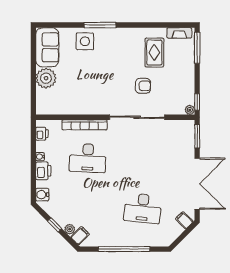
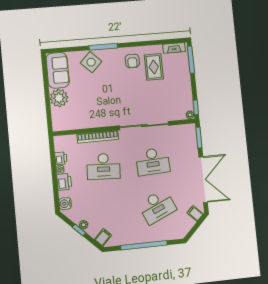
side table: (85, 41) -> (91, 62), turned 45
armchair: (143, 86) -> (132, 61), moved, turned 90
printer: (42, 134) -> (61, 158), moved
desk: (143, 158) -> (153, 162), added
desk: (143, 208) -> (157, 207), turned -30
plant: (70, 229) -> (84, 225), moved

